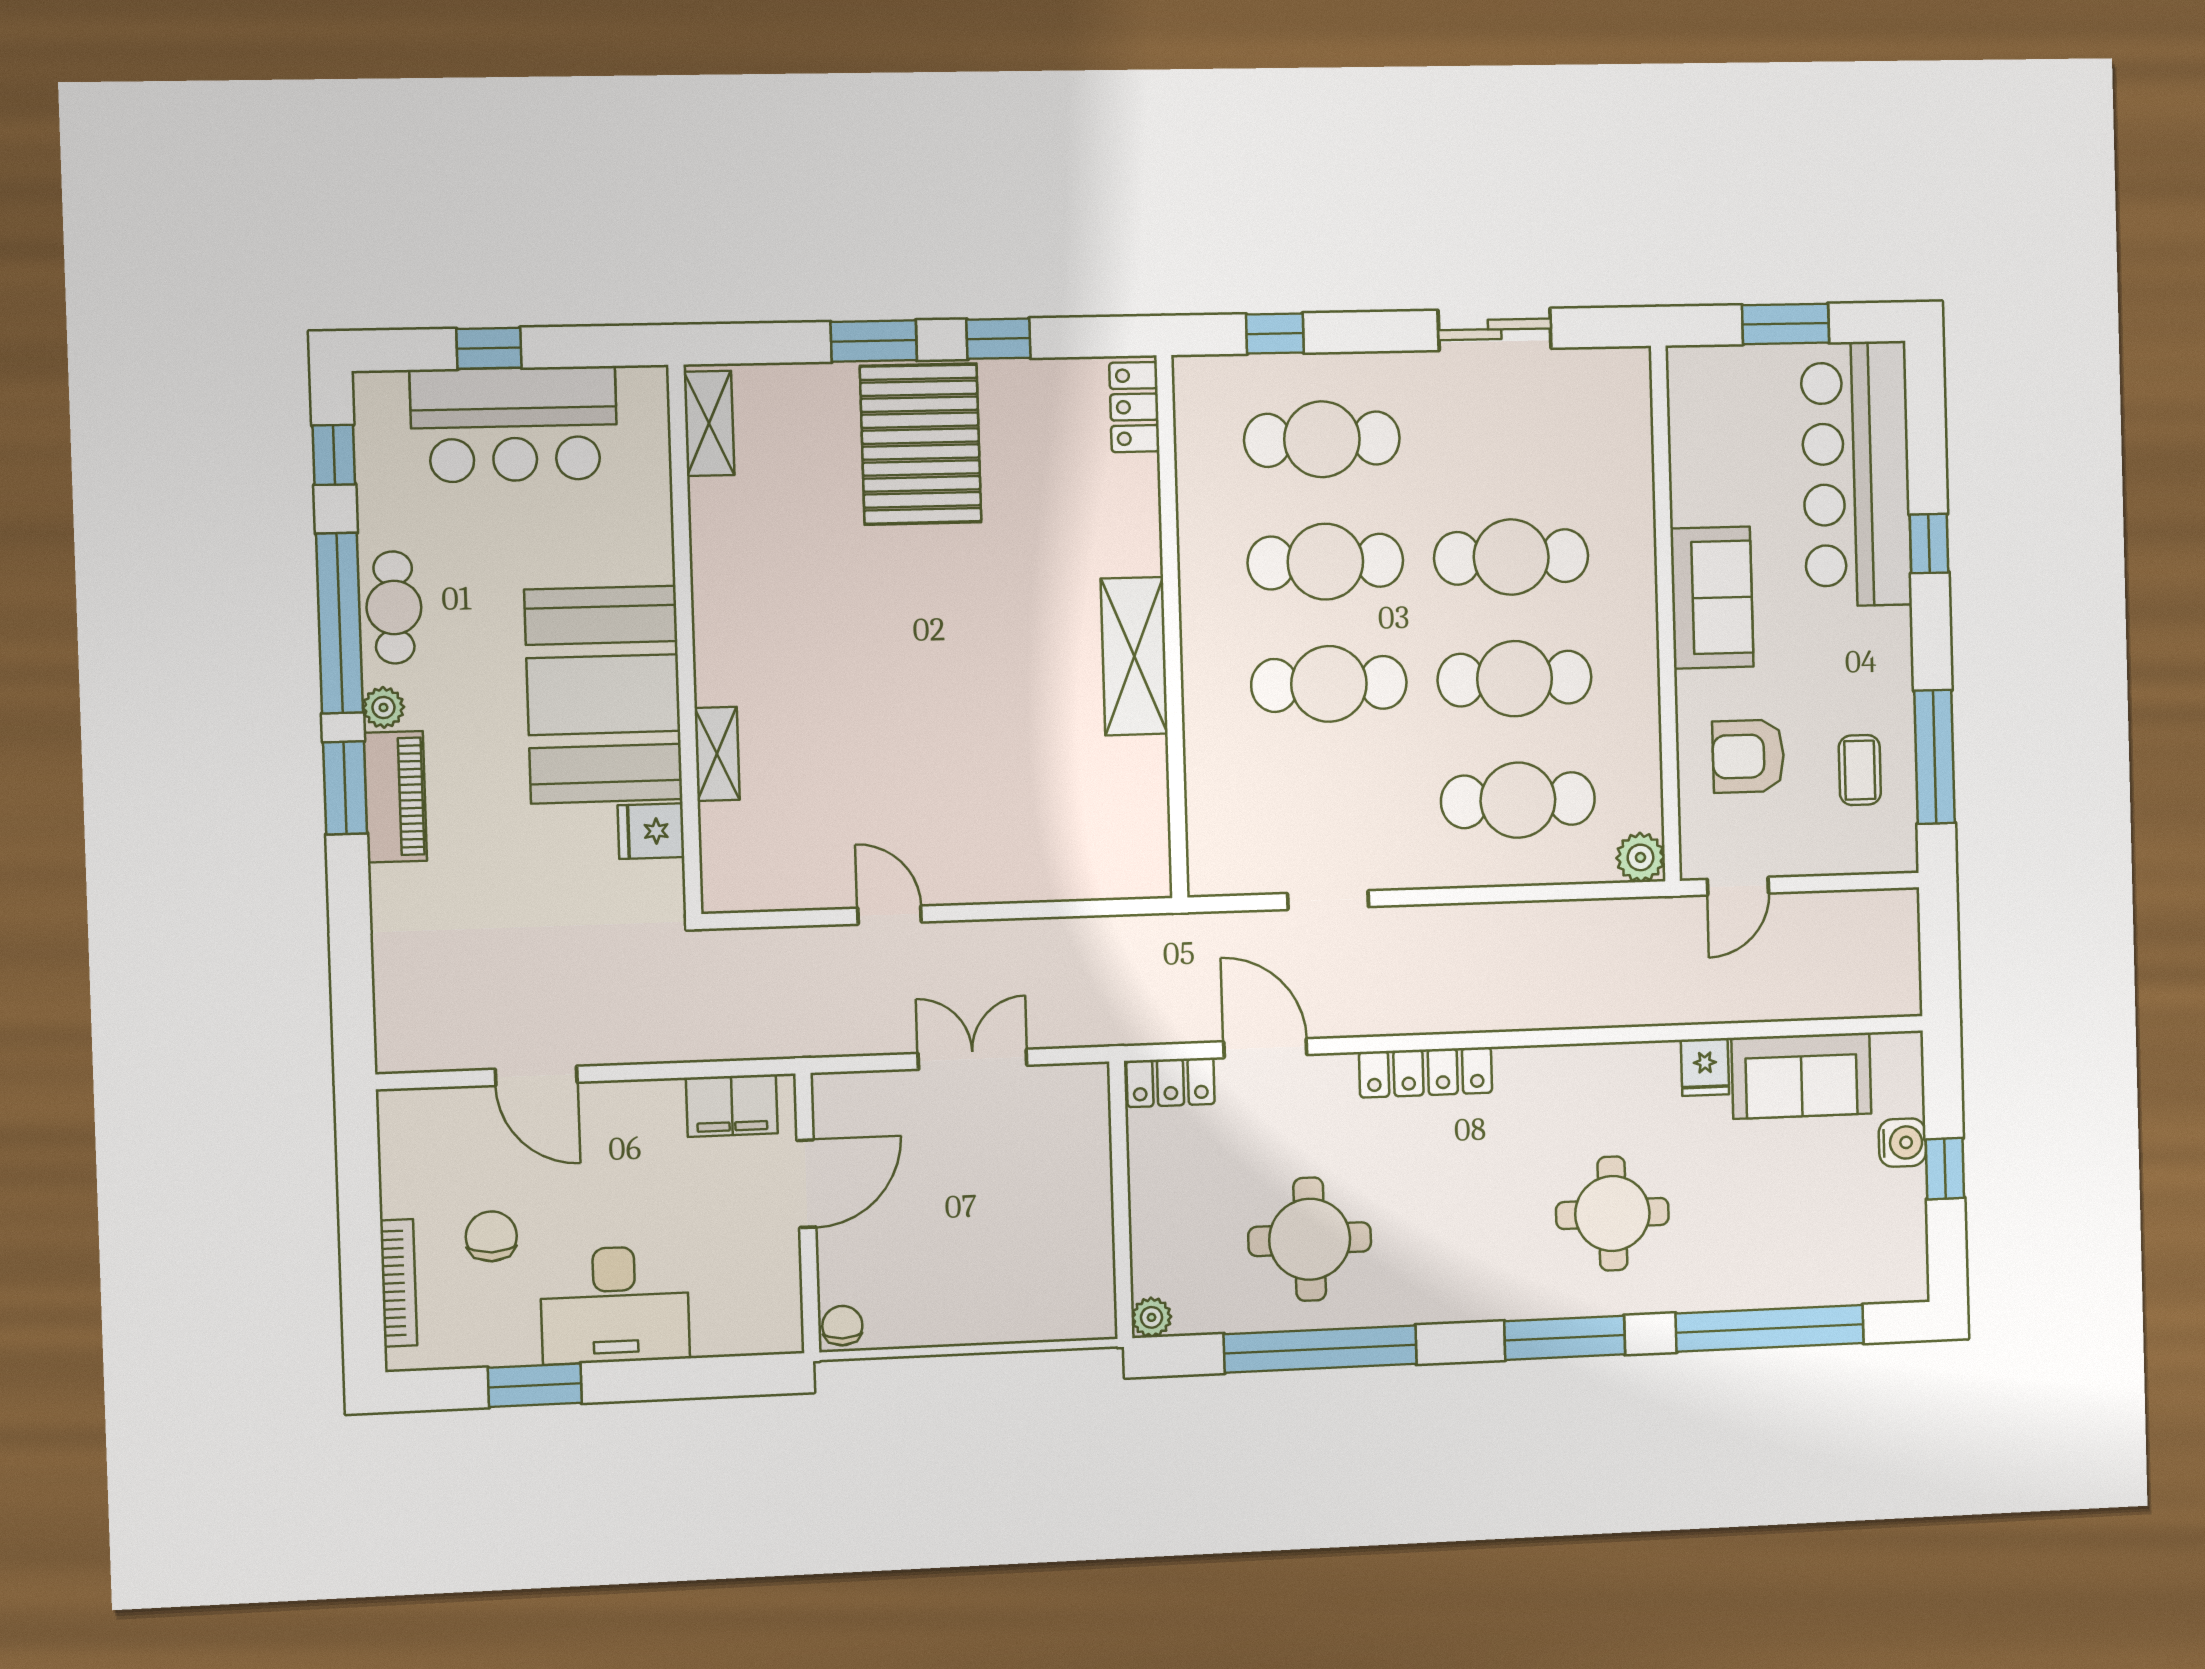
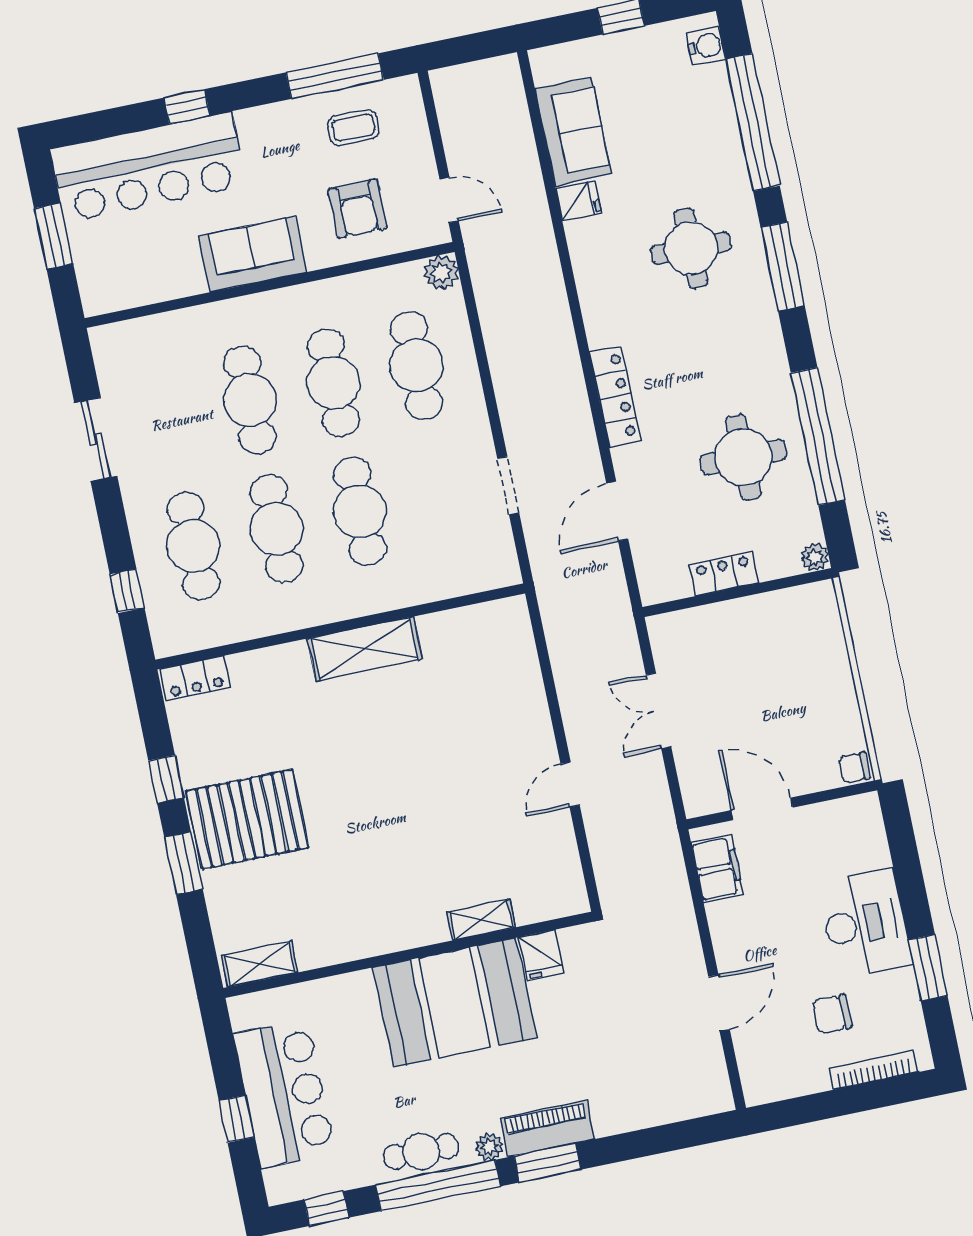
locker: (1171, 1082) -> (724, 574), moved, turned -90
water cooler: (1902, 1143) -> (706, 46), moved, turned 90

